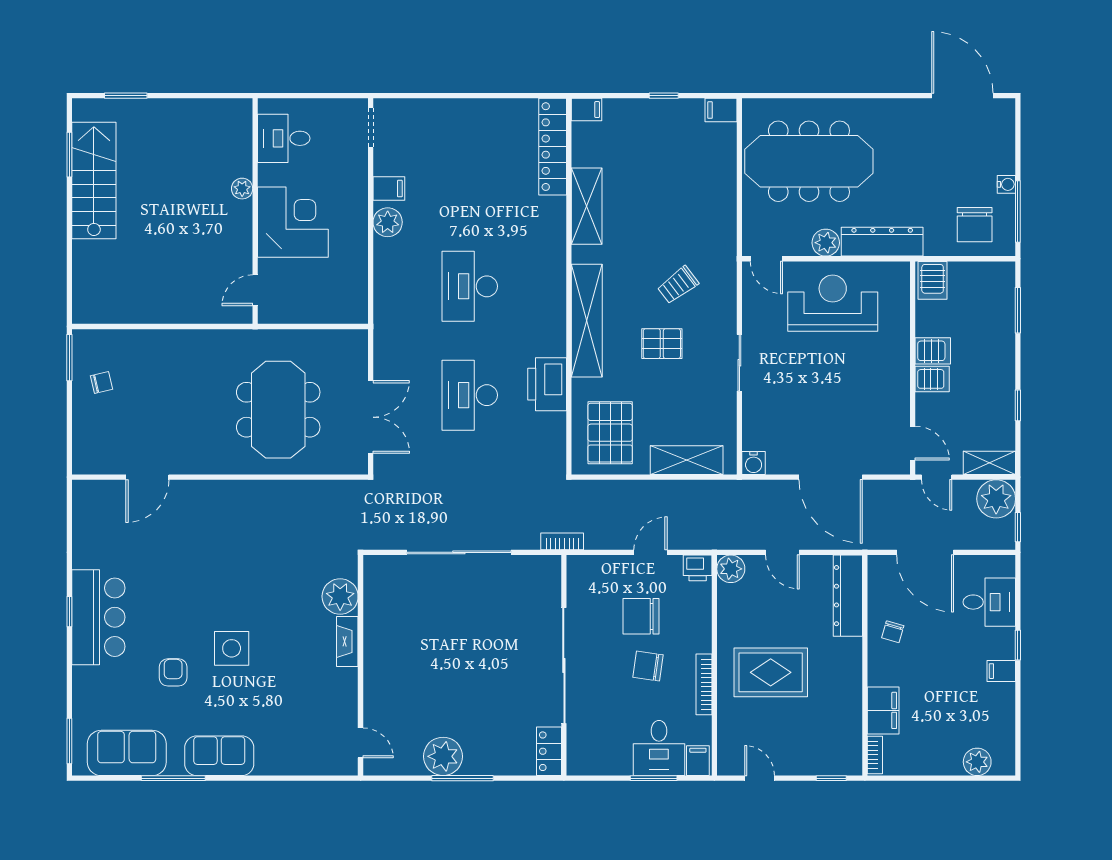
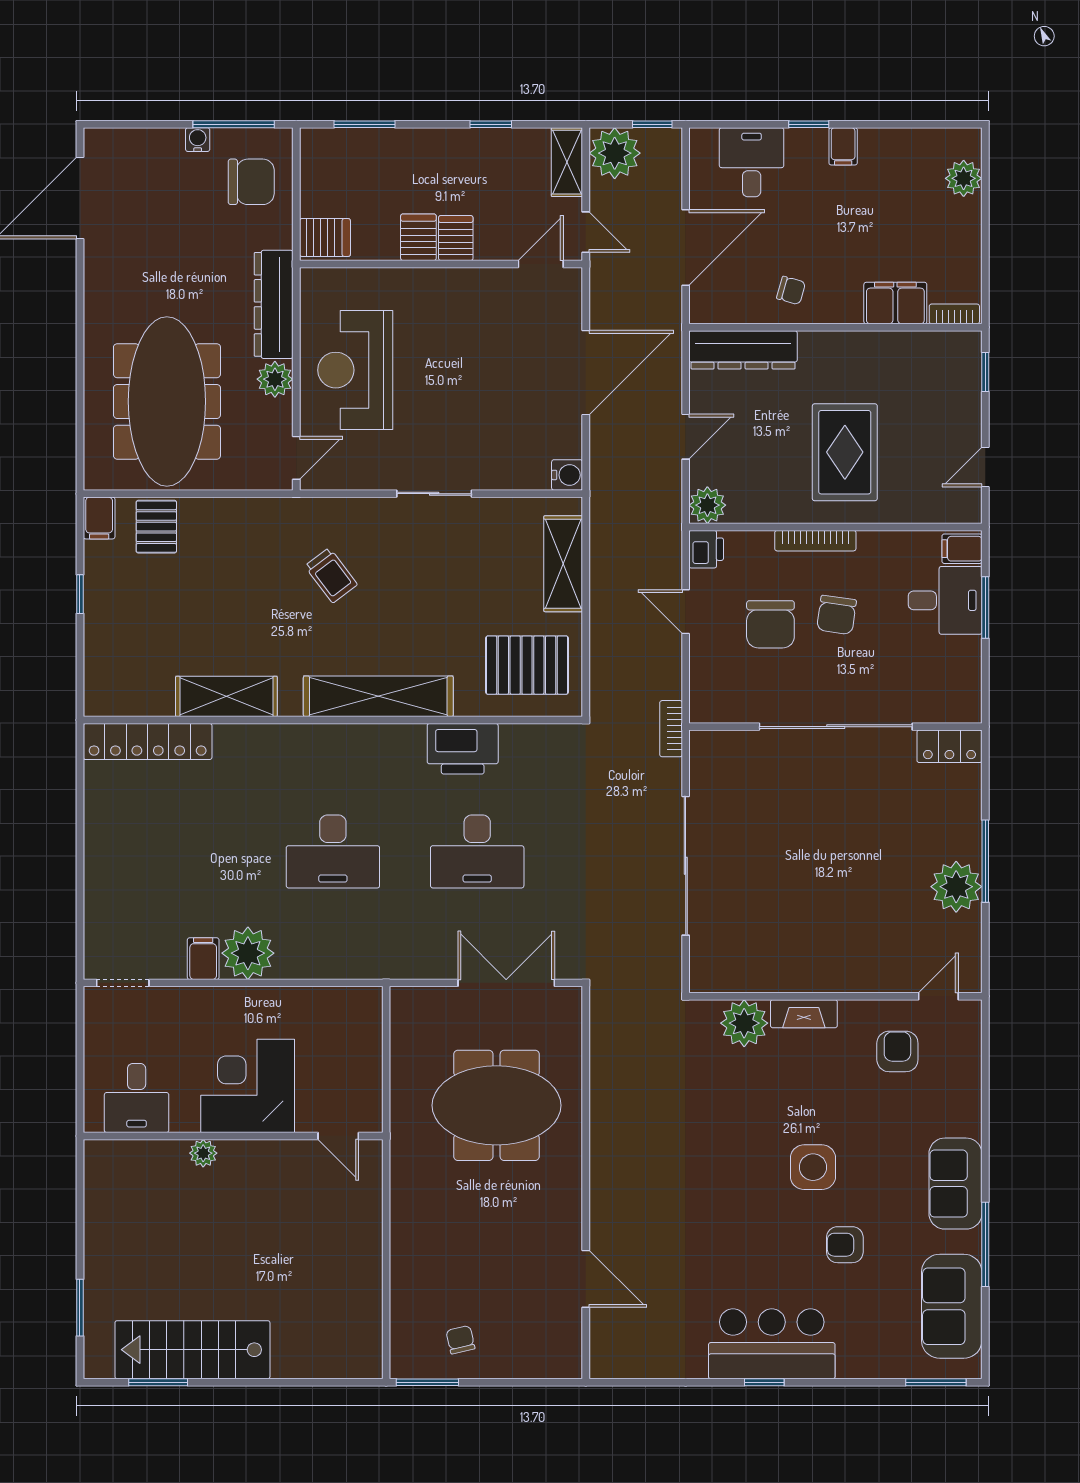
filing cabinet: (586, 110) -> (98, 696), removed
plant: (388, 222) -> (248, 953), width x1.36, depth x1.36
pallet: (662, 344) -> (156, 527), moved
door: (937, 477) -> (586, 232), hinge flipped
bookcase: (704, 684) -> (815, 541), moved
armchair: (319, 712) -> (897, 1051), added

